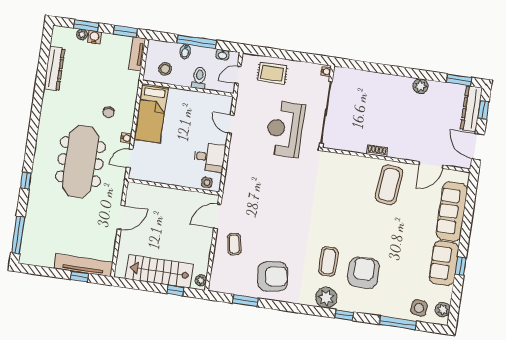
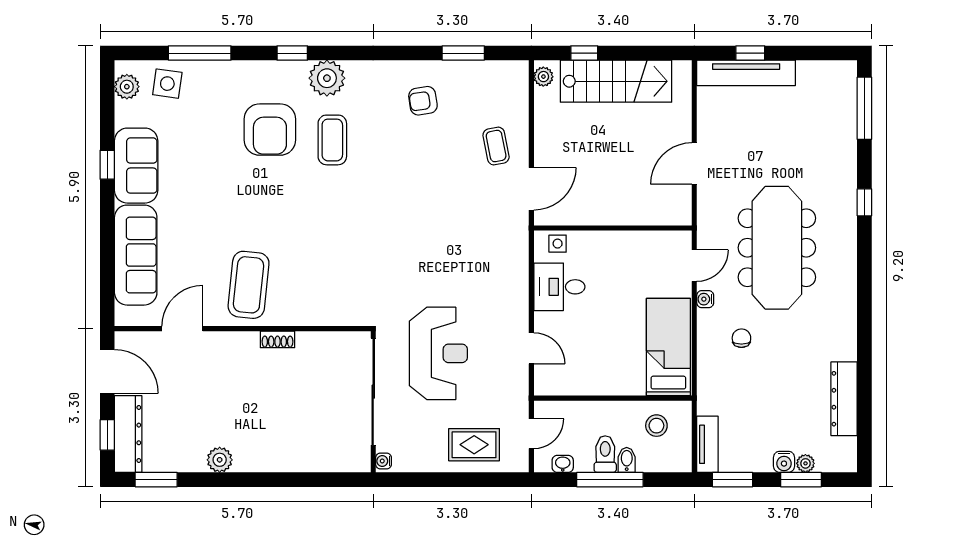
toilet: (199, 78) -> (605, 454), moved, turned 180
armchair: (273, 276) -> (423, 101), width x0.53, depth x0.53

